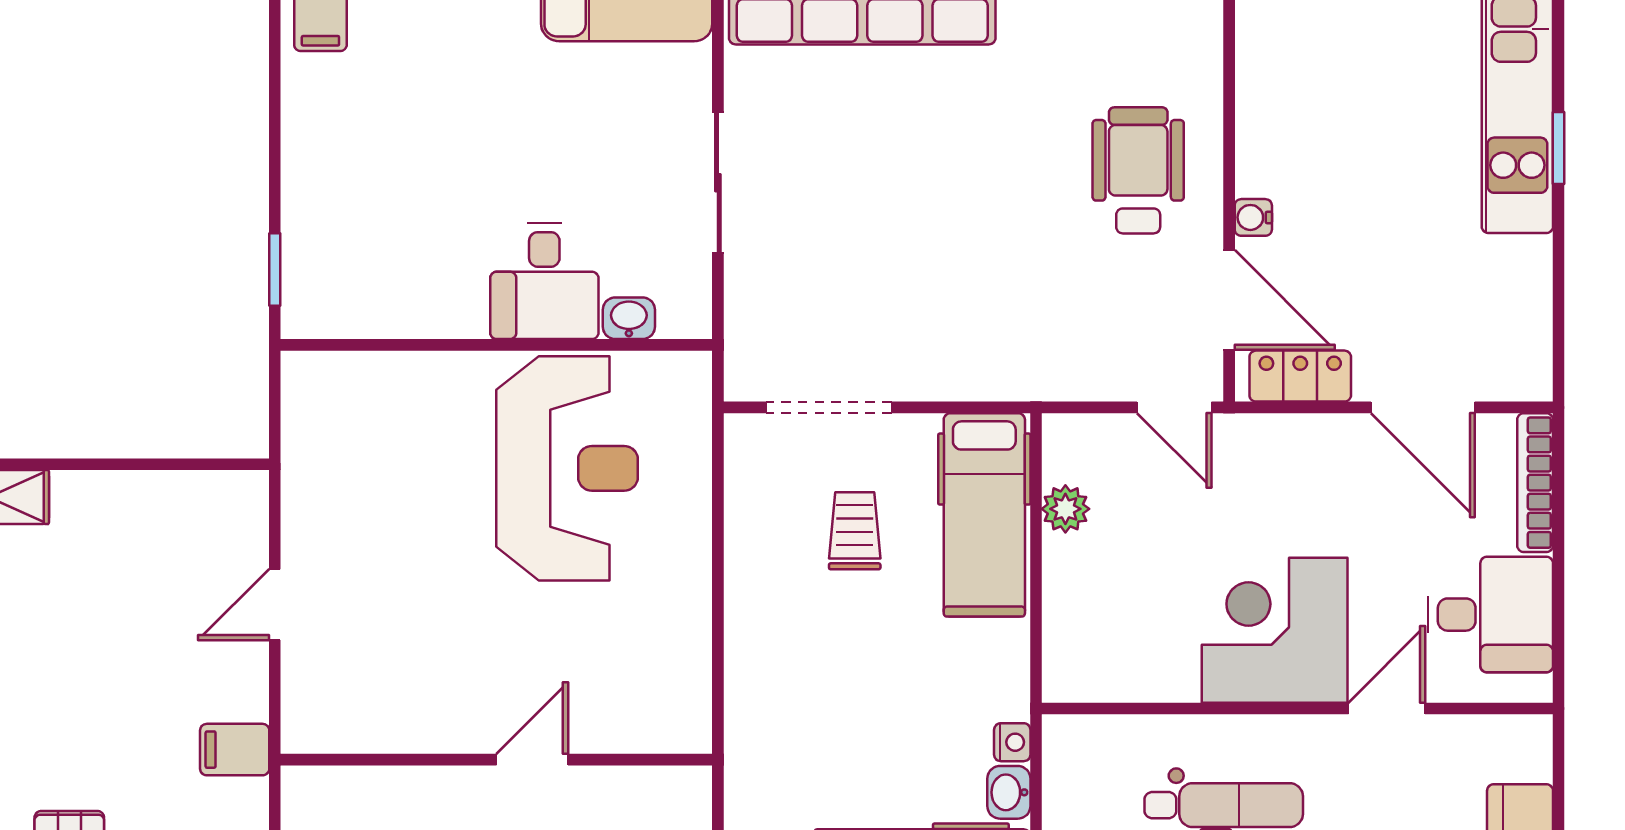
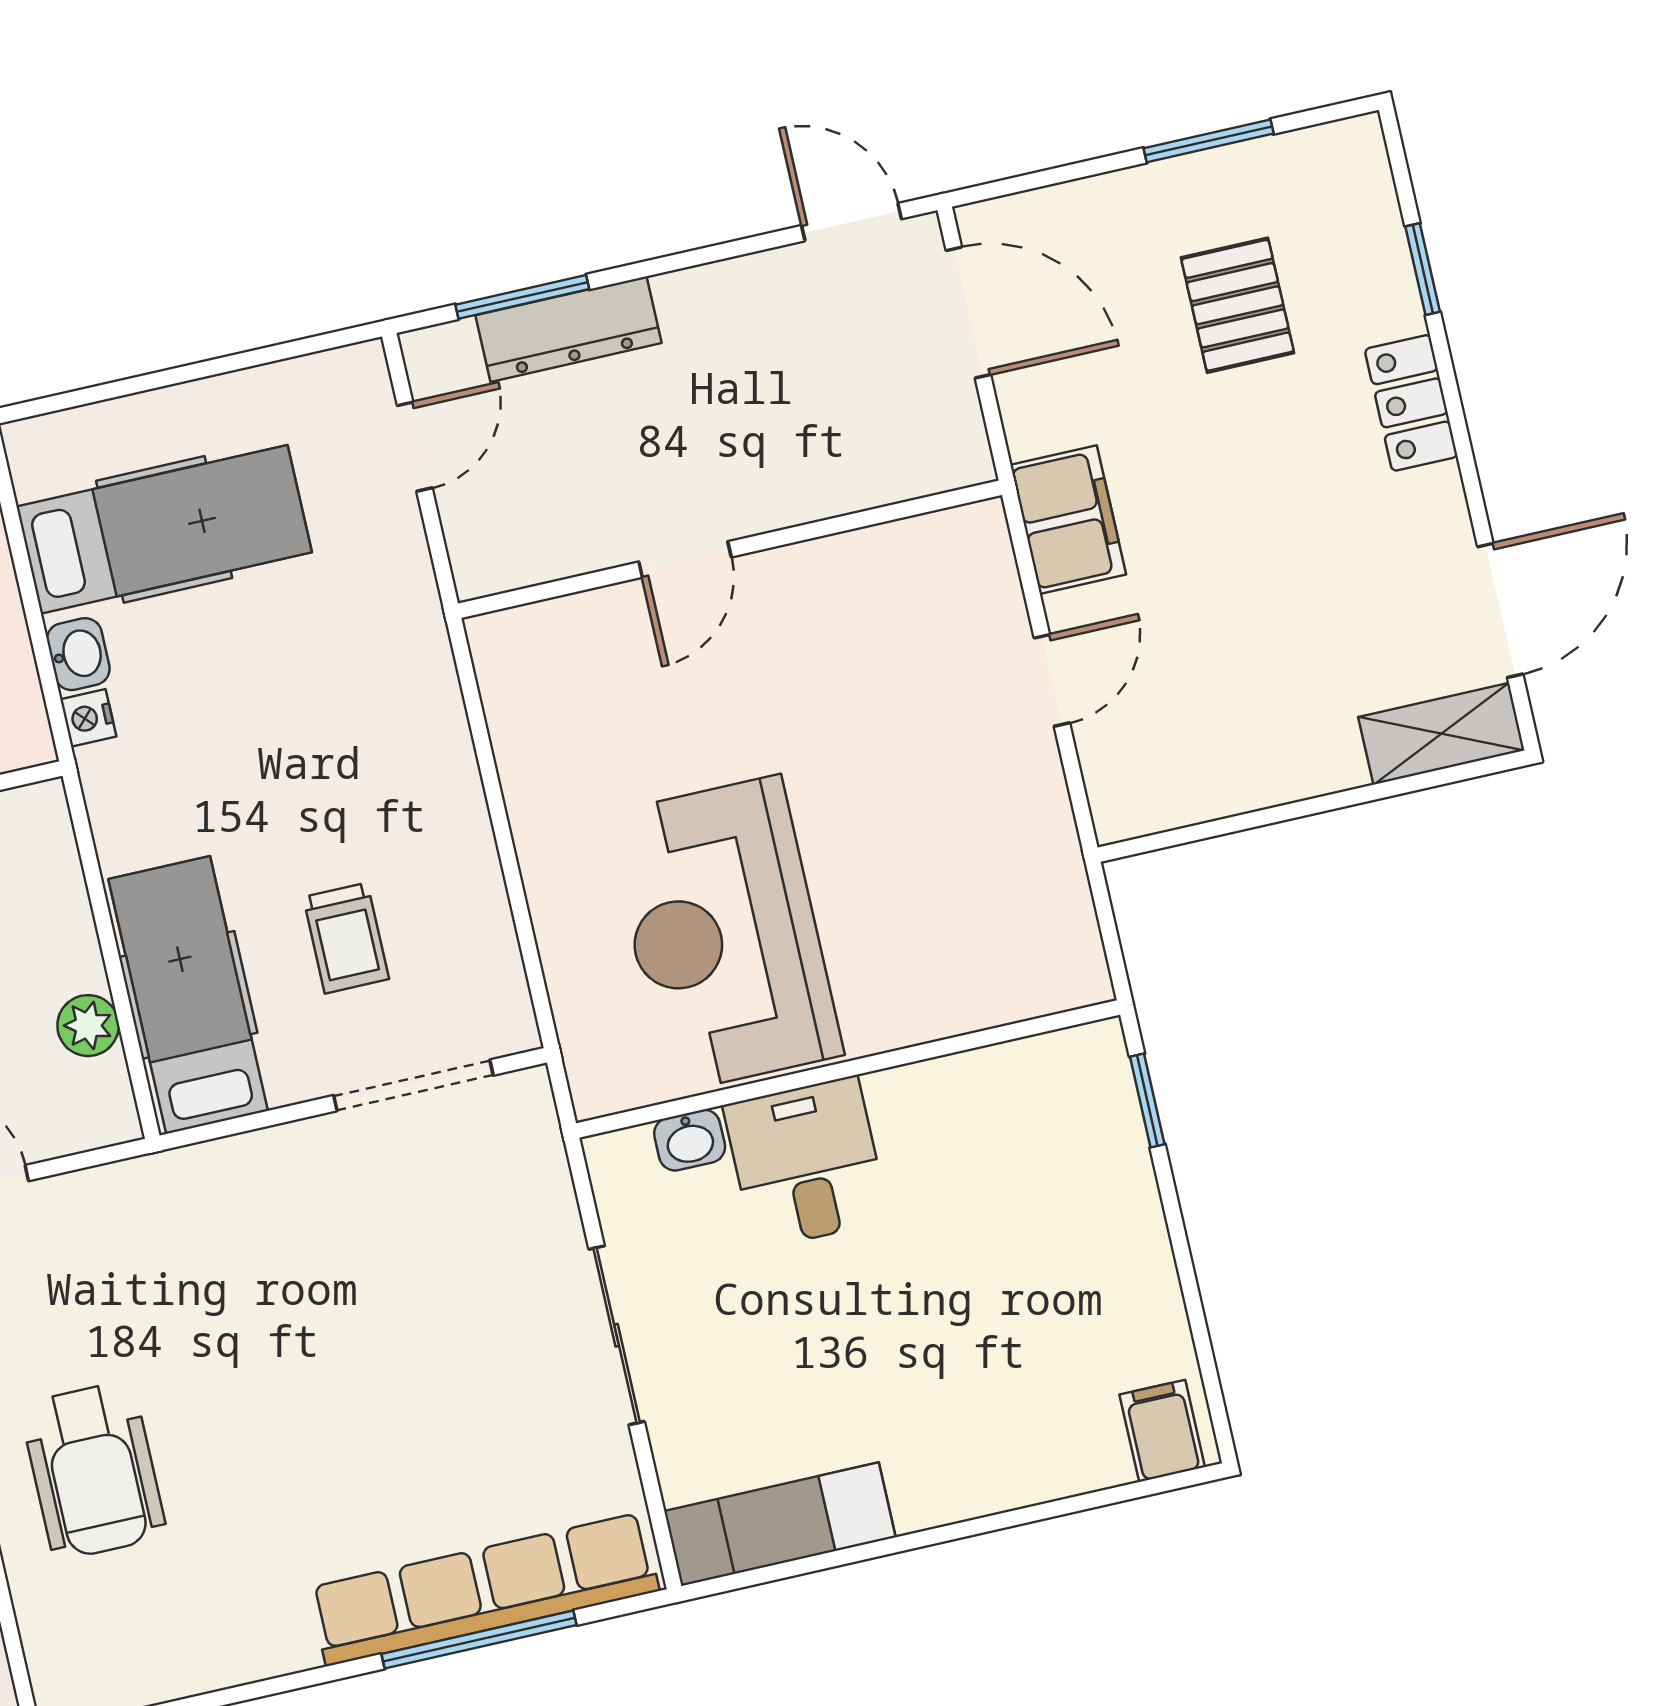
filing cabinet: (235, 750) -> (1068, 520), width x2.00

